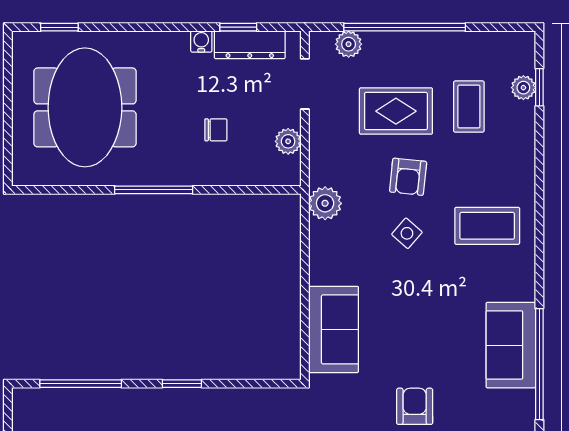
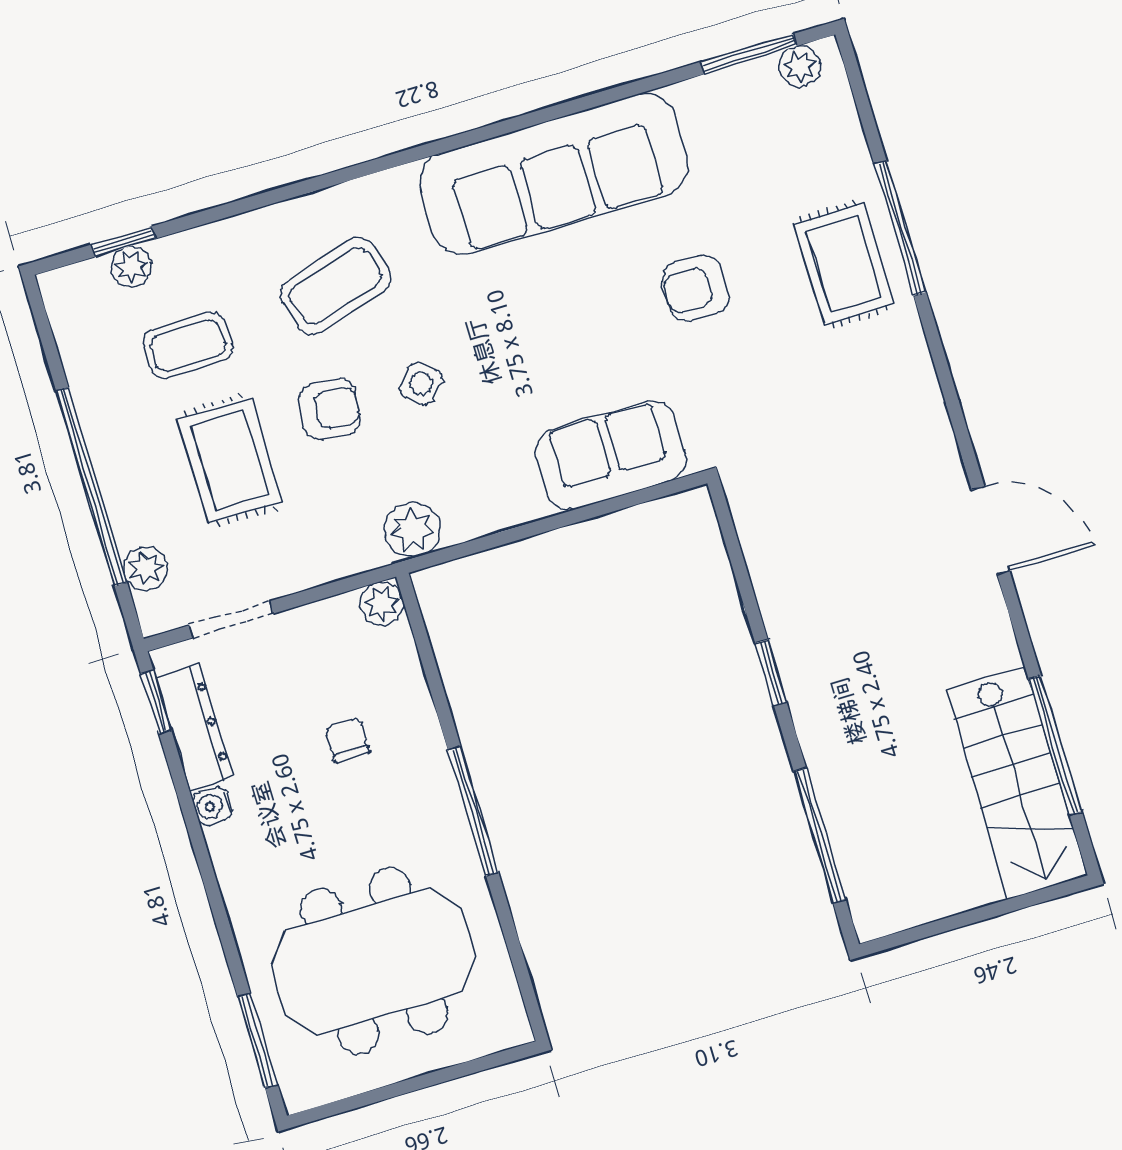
window: (59, 27) -> (258, 1041), width x1.50
window: (238, 27) -> (156, 702), moved
plant: (288, 141) -> (382, 603), moved
coffee table: (487, 226) -> (335, 286), moved, turned 74
sofa: (511, 345) -> (554, 174), width x1.85, depth x1.27
window: (539, 364) -> (567, 108), removed

